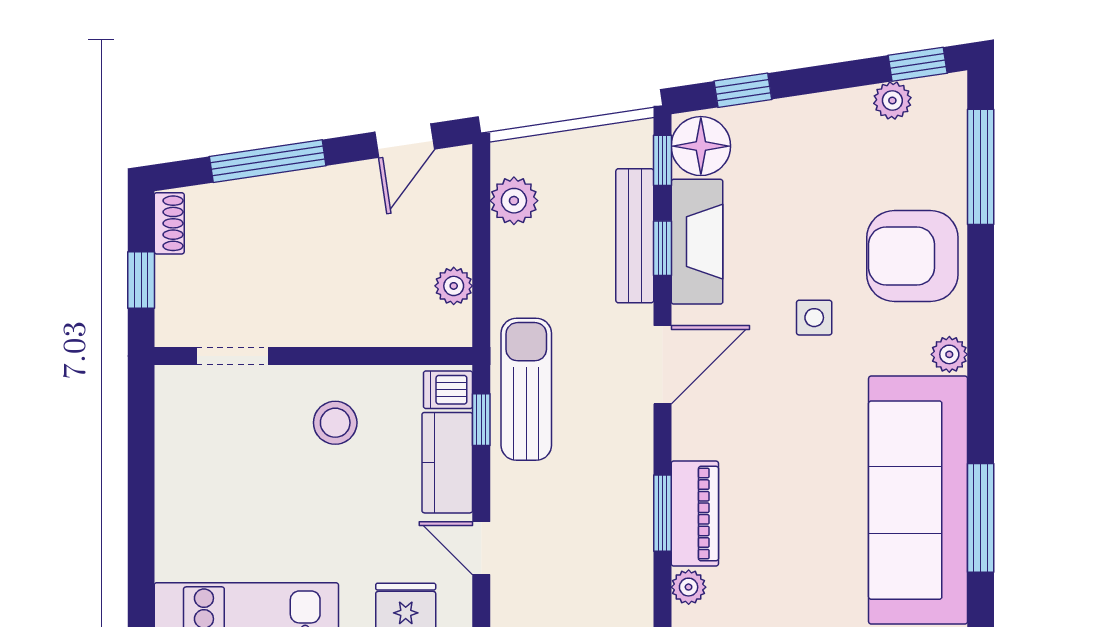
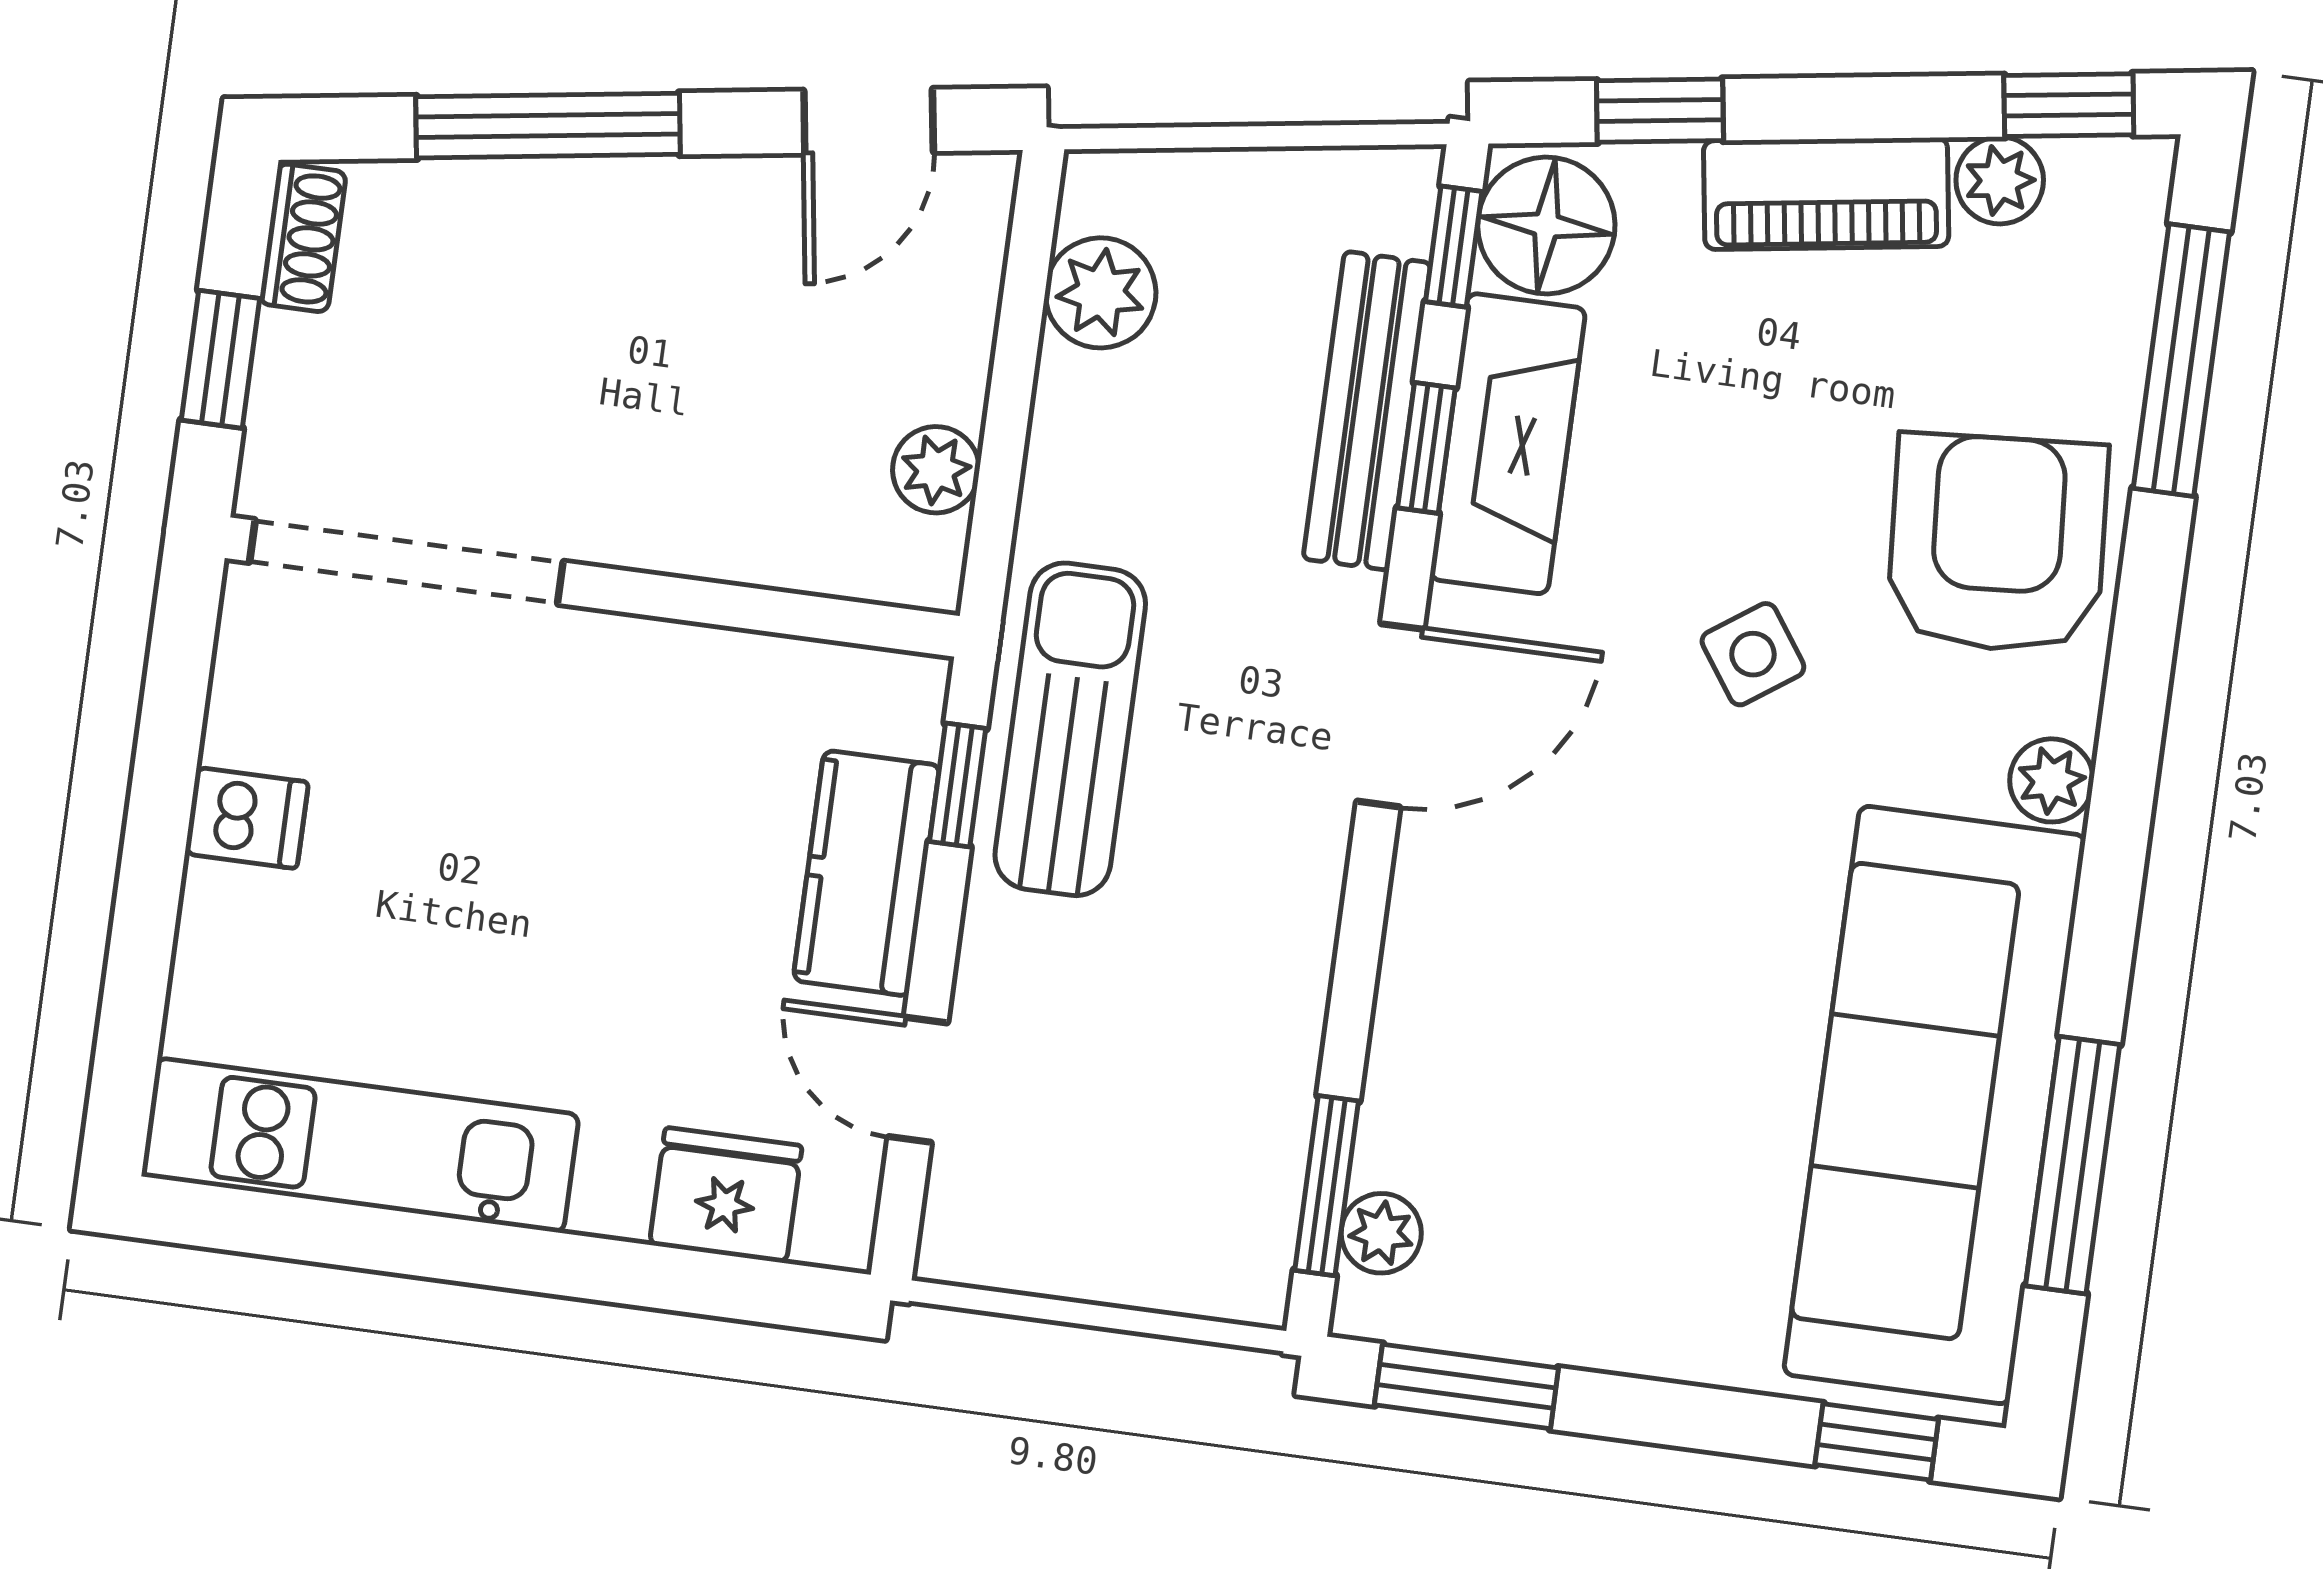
armchair: (912, 256) -> (1997, 543), turned 86
side table: (814, 318) -> (1753, 654), turned -35
doorway: (232, 356) -> (406, 562), width x1.87
dishwasher: (448, 390) -> (247, 818), moved, turned 180
stool: (335, 423) -> (622, 747), removed
window: (662, 513) -> (1327, 1186), moved
piano: (695, 514) -> (1826, 194), moved, turned 82

